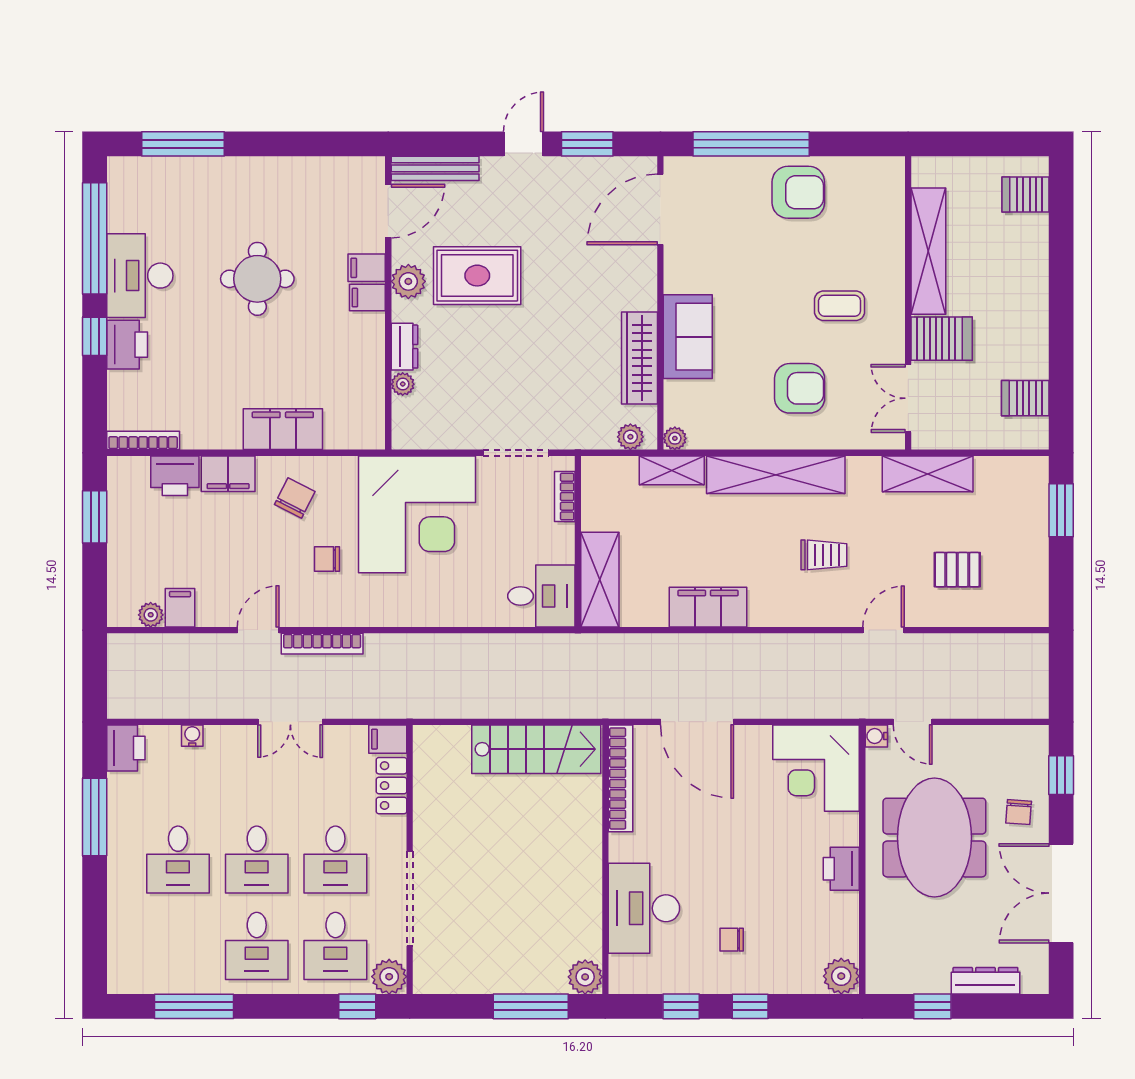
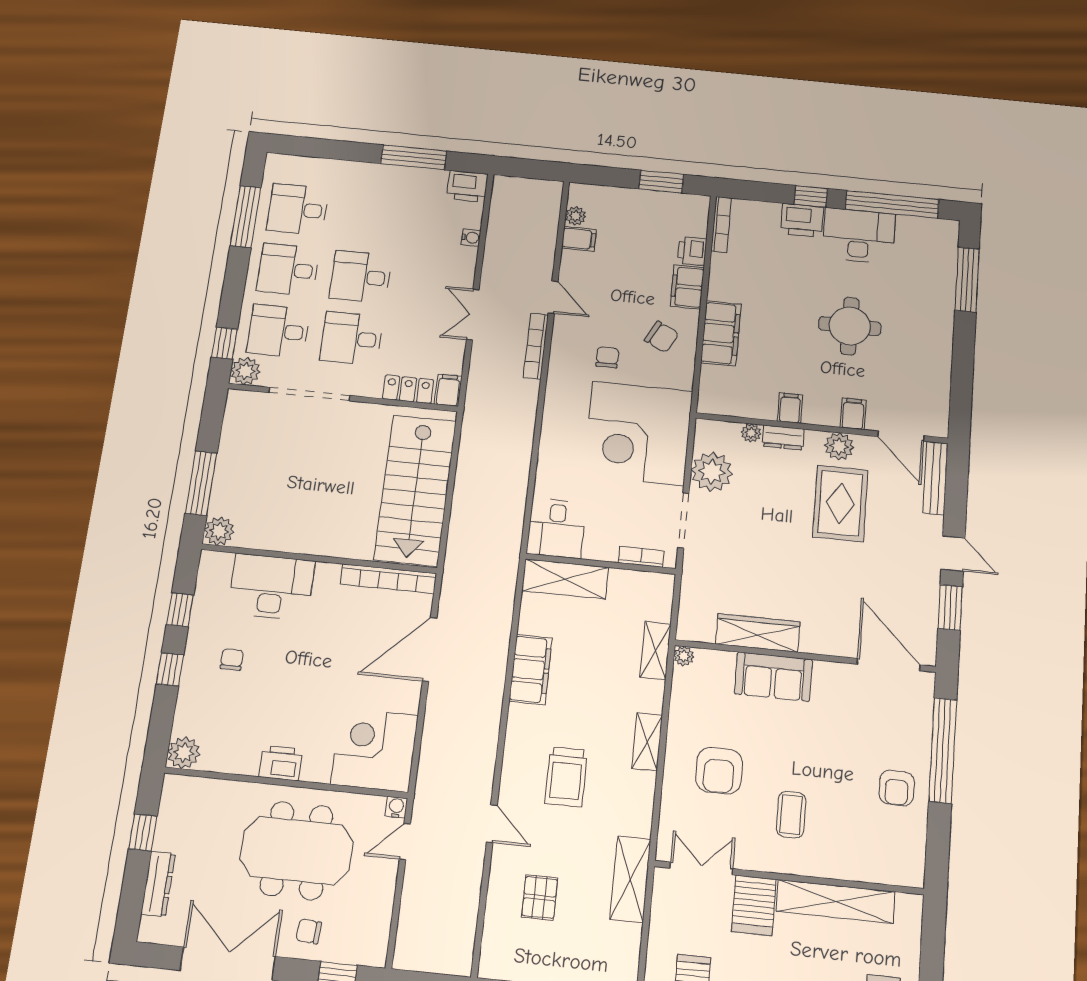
armchair: (798, 192) -> (897, 788), width x0.72, depth x0.72
filing cabinet: (367, 298) -> (790, 408), moved
plant: (630, 437) -> (712, 472), moved, width x1.88, depth x1.88
shelving: (776, 475) -> (647, 742), width x0.45, depth x0.75
printer: (175, 476) -> (692, 251), width x0.73, depth x0.81
trolley: (824, 555) -> (566, 777), width x1.36, depth x1.39
stairs: (536, 749) -> (415, 490), width x1.36, depth x1.51
desk: (178, 860) -> (298, 209), moved

